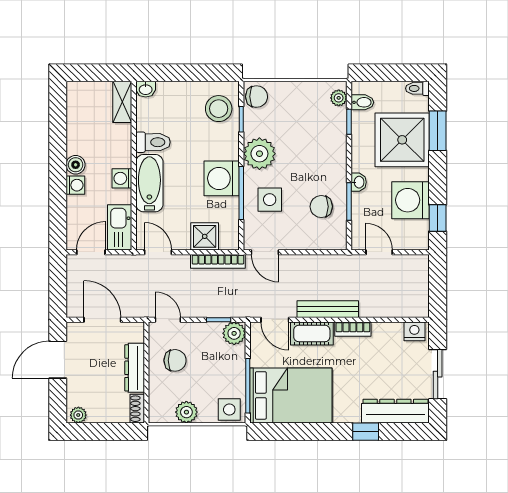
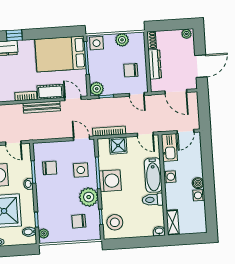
chair: (257, 97) -> (79, 221), moved
washing machine: (75, 185) -> (199, 195), moved

